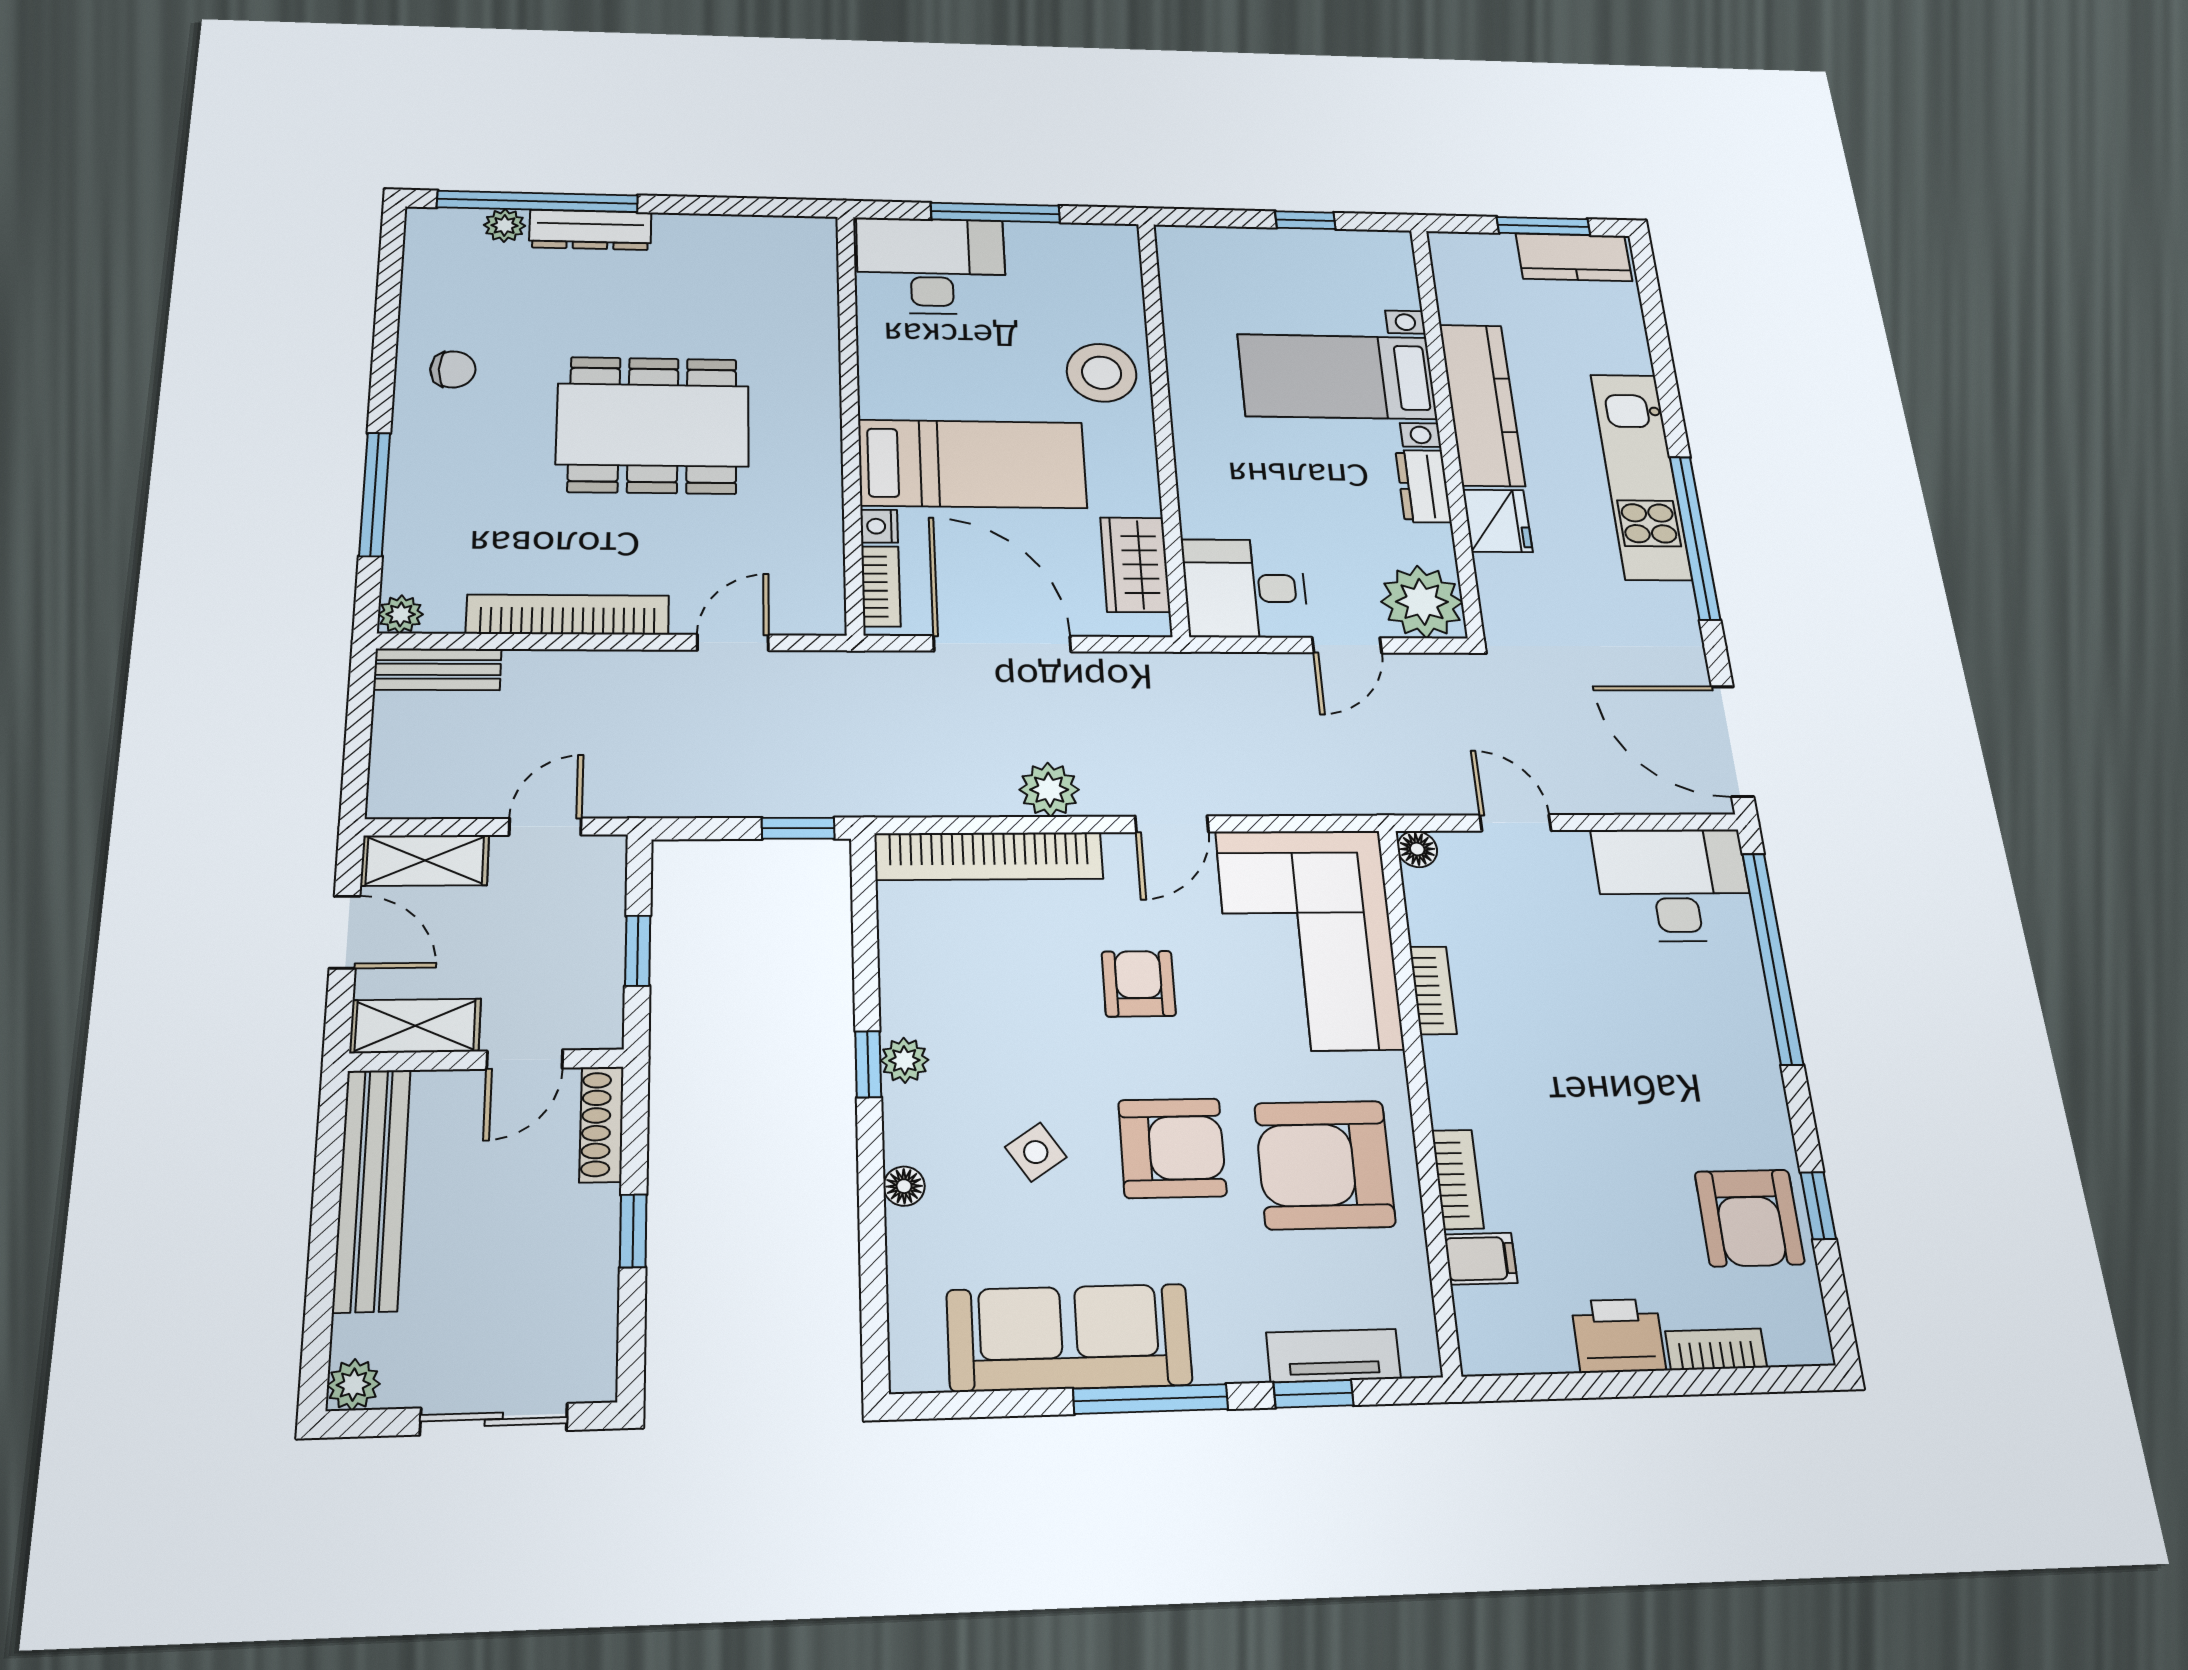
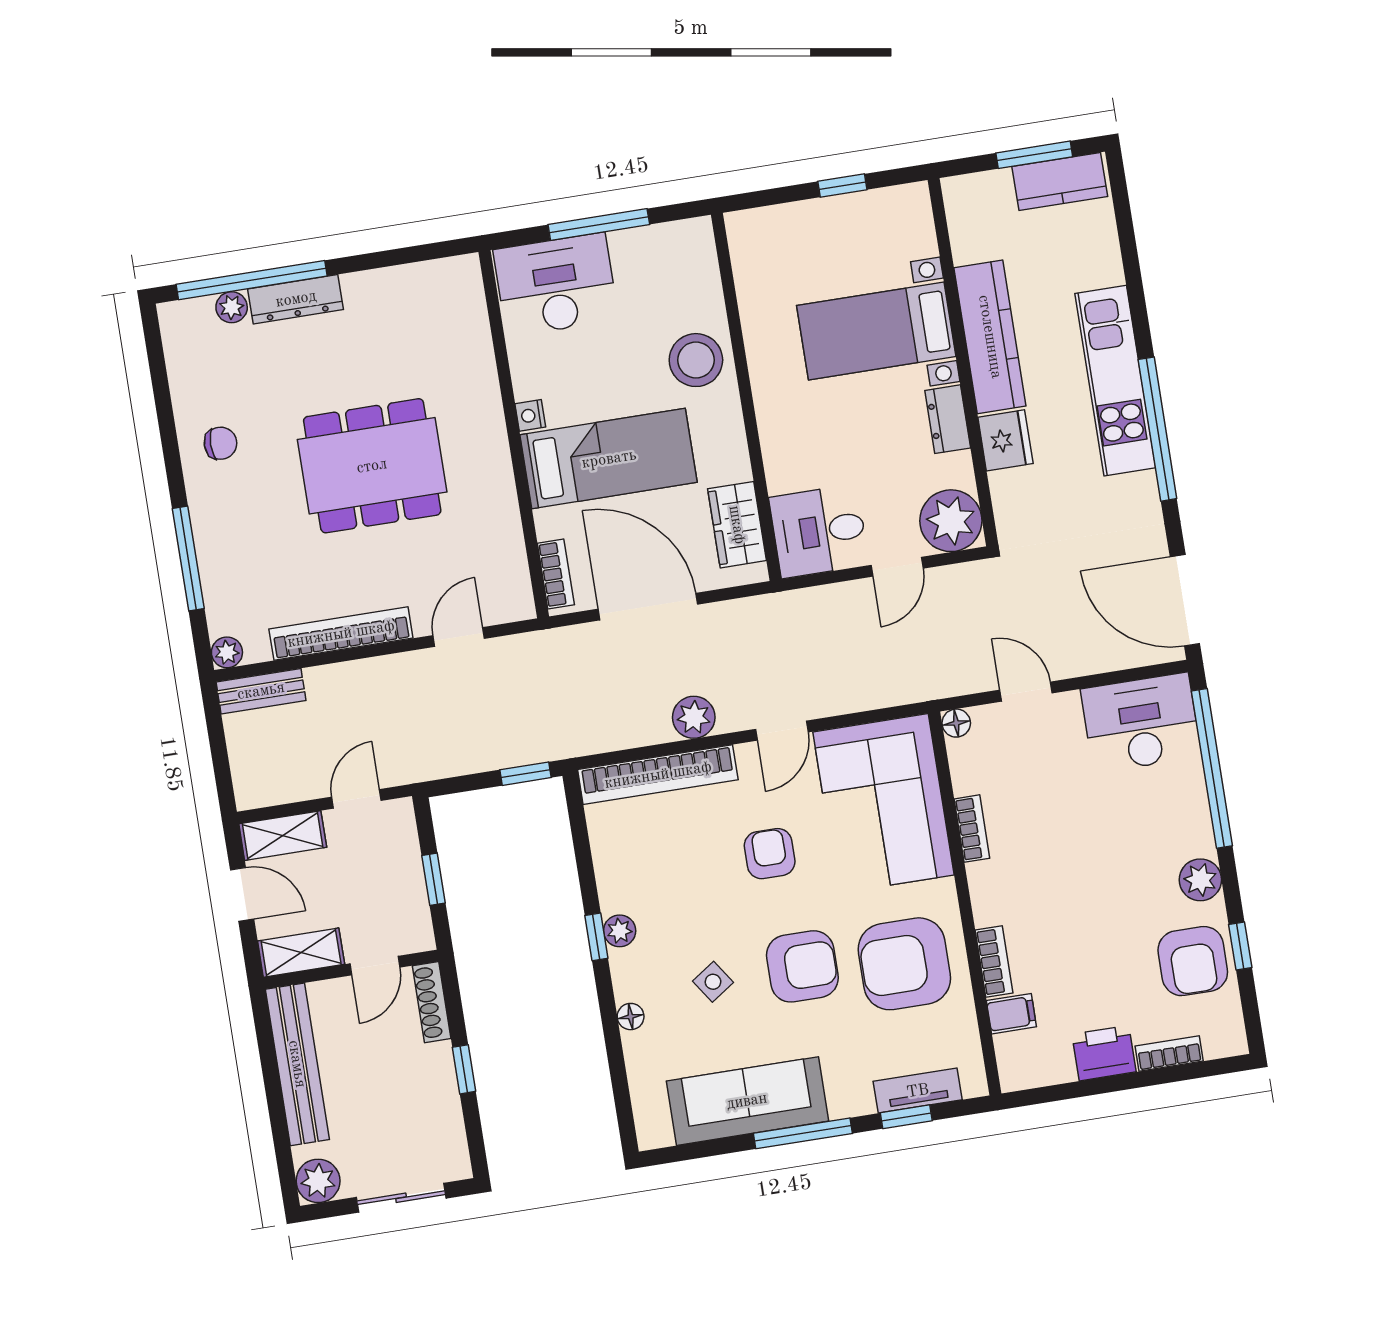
nightstand: (879, 526) -> (530, 415), moved
plant: (1759, 1105) -> (1200, 880), added
plant: (353, 1385) -> (318, 1181), width x1.38, depth x1.38

